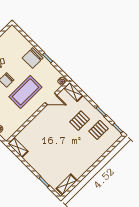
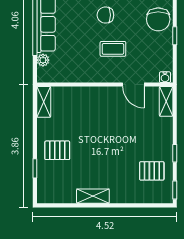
chair: (33, 58) -> (158, 19), turned -90
coffee table: (25, 92) -> (113, 49), width x0.54, depth x0.58
pallet: (80, 121) -> (57, 150), moved
shelving: (67, 185) -> (93, 196), moved

